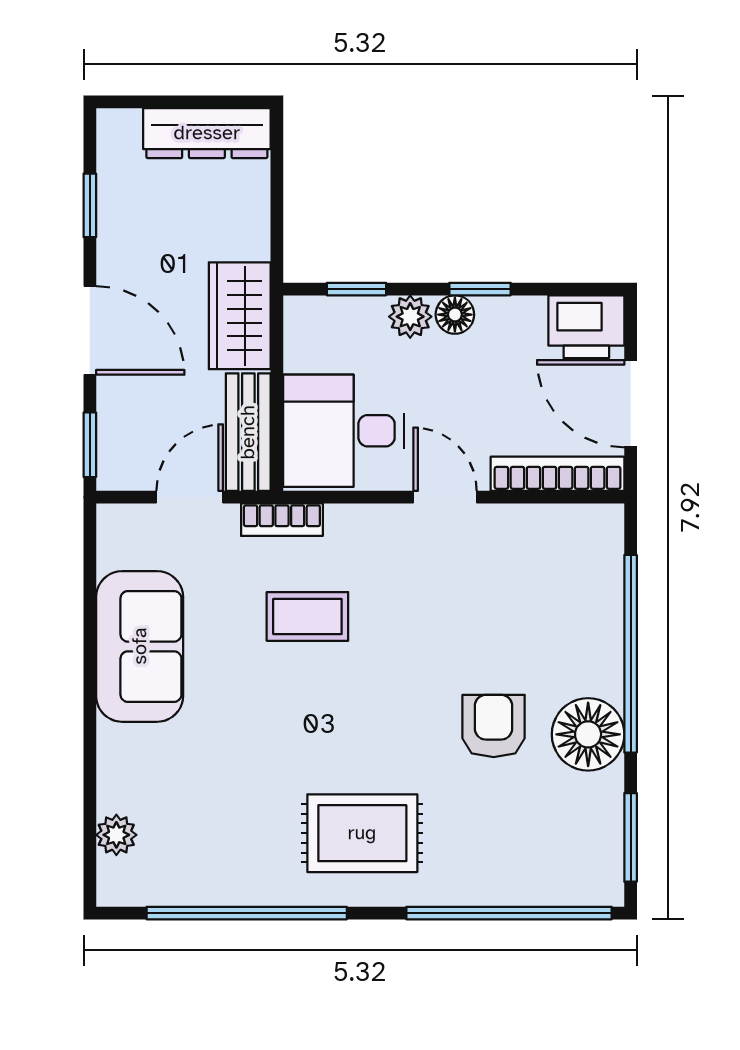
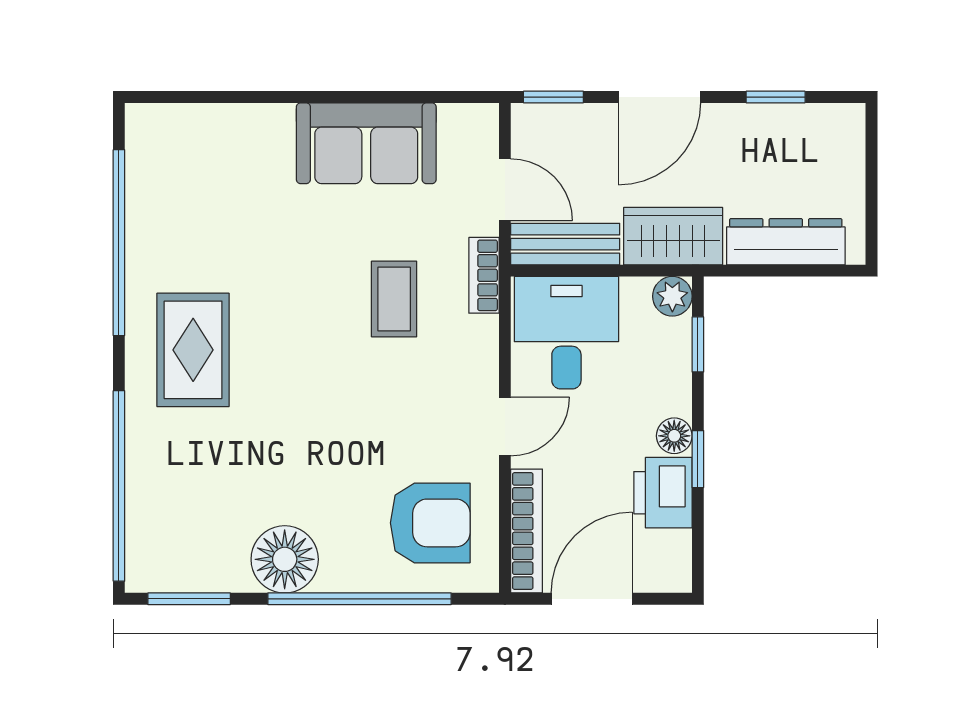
dresser: (207, 133) -> (786, 242), moved, turned 90
plant: (410, 317) -> (672, 296), moved
printer: (586, 327) -> (663, 493), moved
armchair: (494, 726) -> (430, 523), moved, width x1.38, depth x1.38
plant: (116, 835) -> (191, 122), removed

